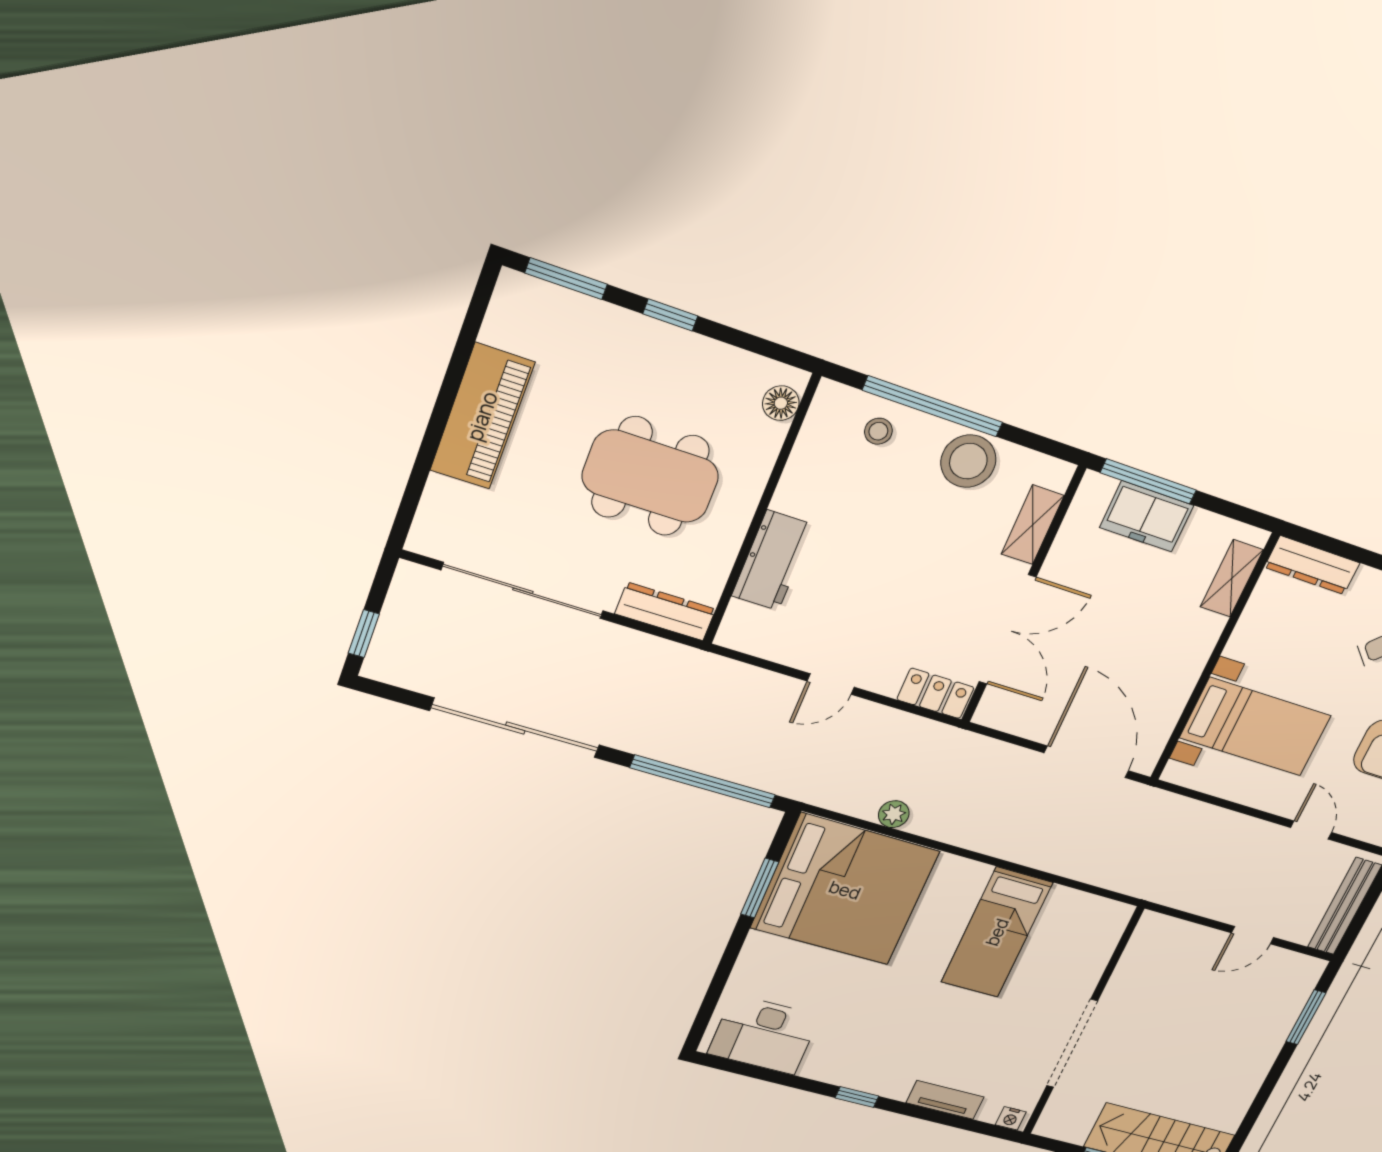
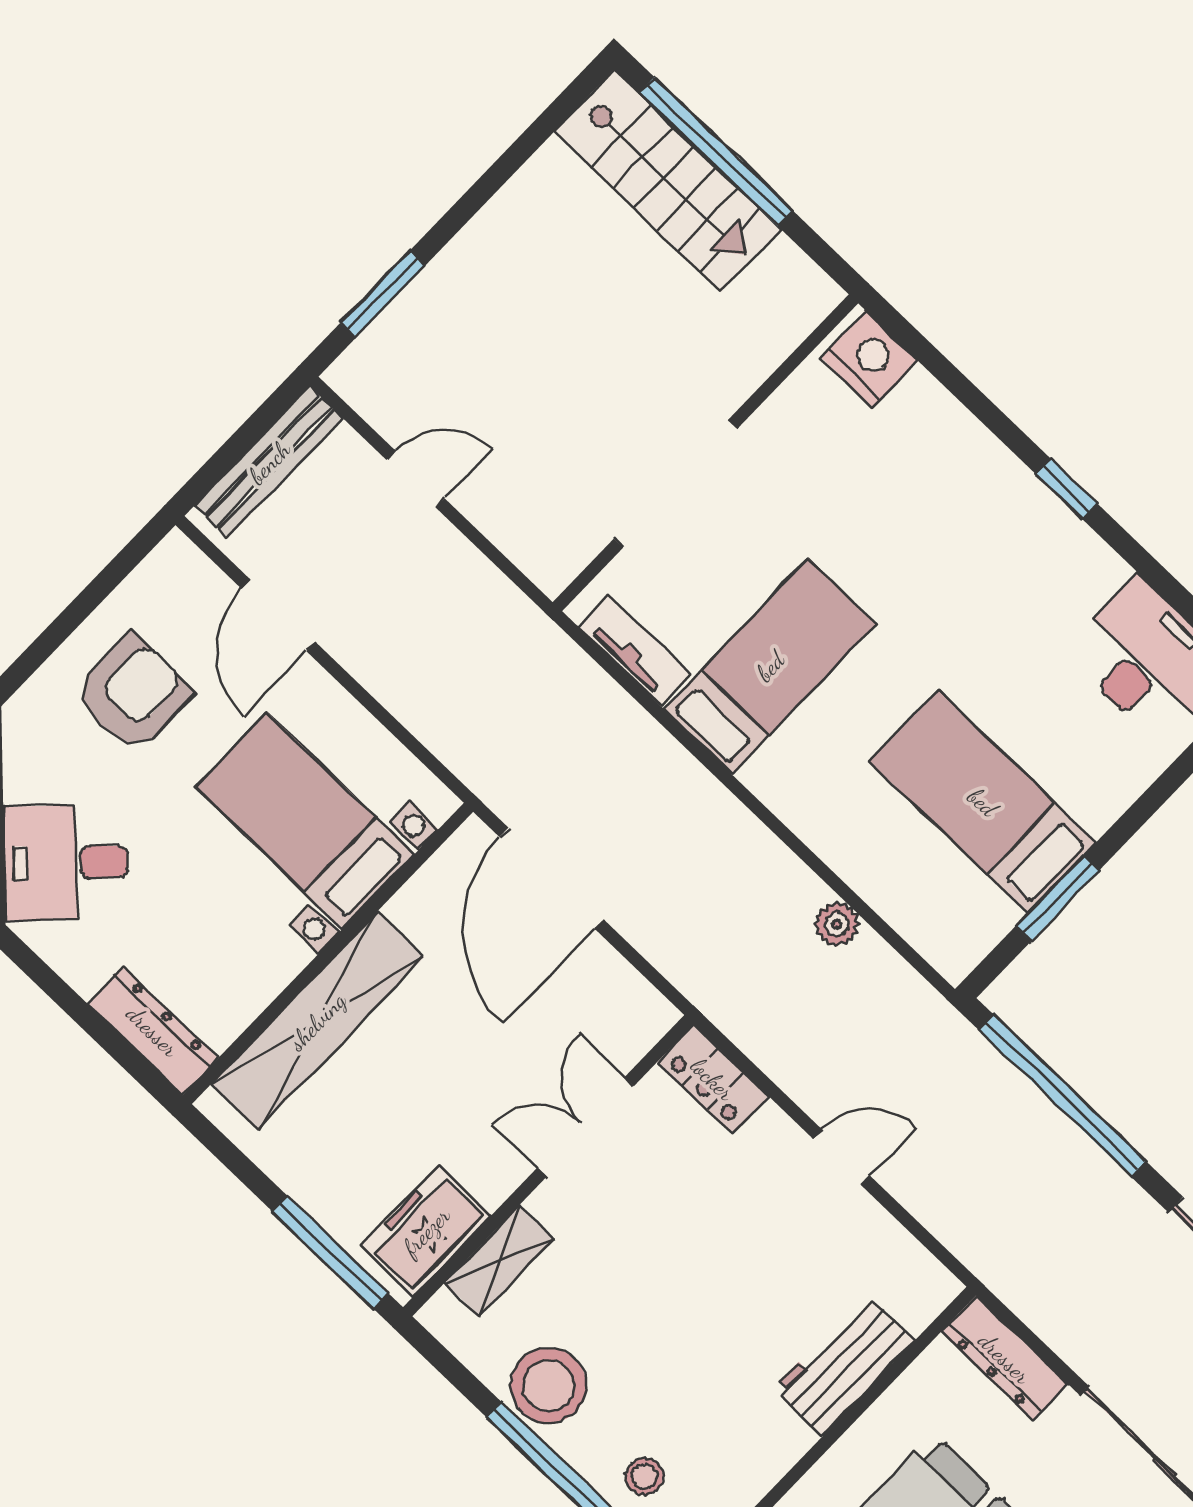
freezer: (1147, 516) -> (426, 1231), moved, turned -90
shelving: (1232, 578) -> (317, 1021), width x2.20, depth x1.33
double door: (1007, 630) -> (586, 1127), width x0.73
door: (1311, 830) -> (278, 615), width x1.38
bed: (845, 890) -> (983, 802), width x0.49
doorway: (1072, 1043) -> (676, 484), moved
tv unit: (945, 1100) -> (635, 651), moved, turned 180
nightstand: (1011, 1118) -> (869, 359), width x1.89, depth x1.79

